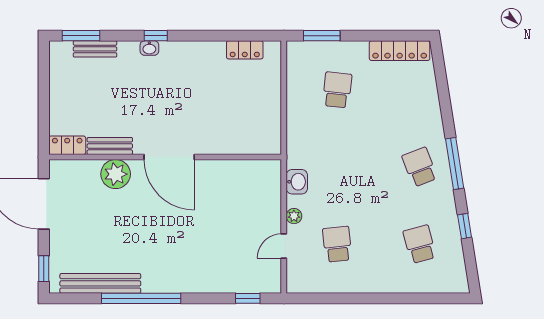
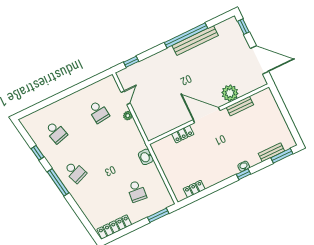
locker: (67, 145) -> (183, 134), moved
washbasin: (297, 182) -> (146, 157), moved
bench: (100, 283) -> (195, 41), moved

